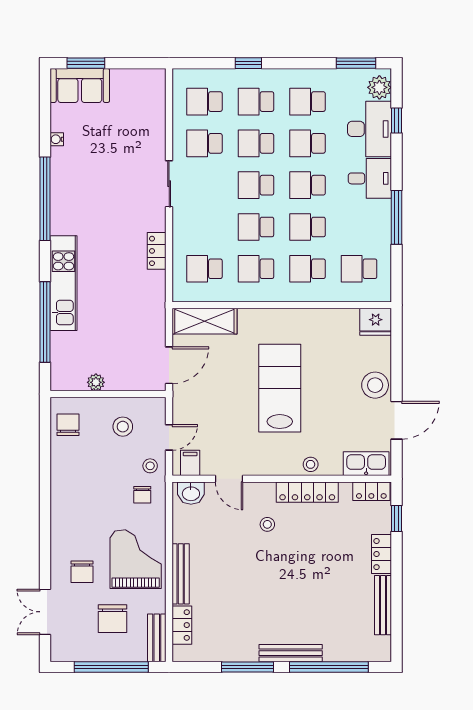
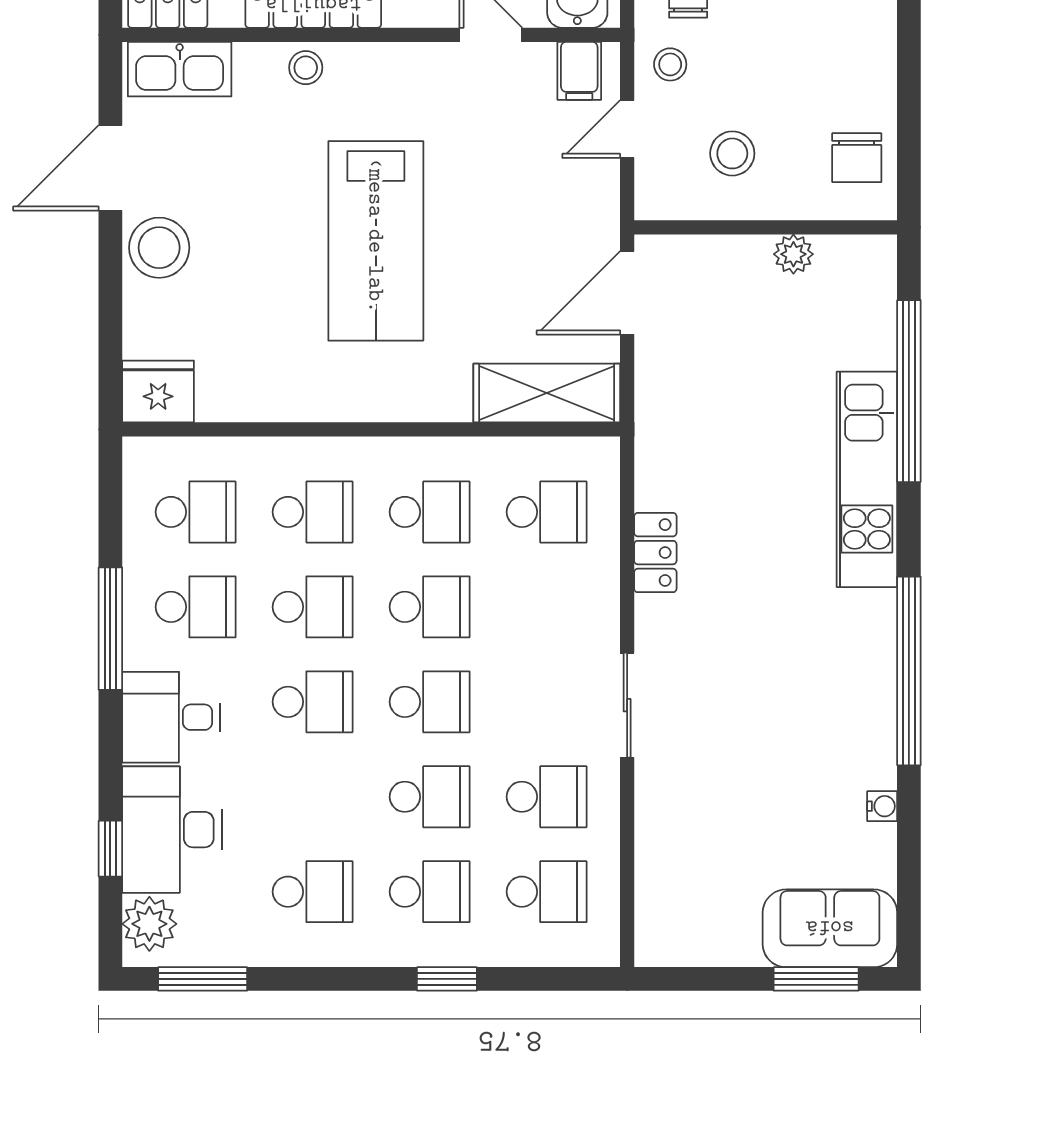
school desk: (308, 143) -> (196, 607), moved

